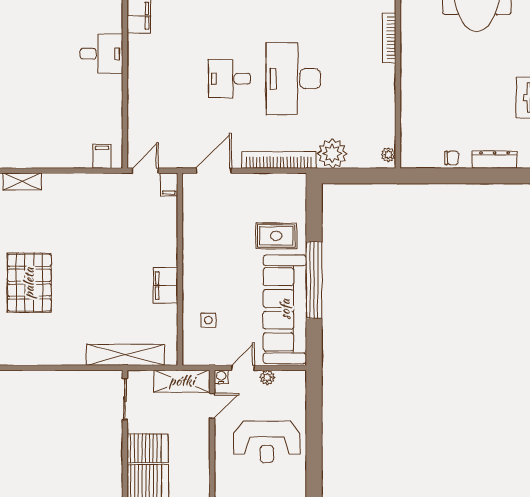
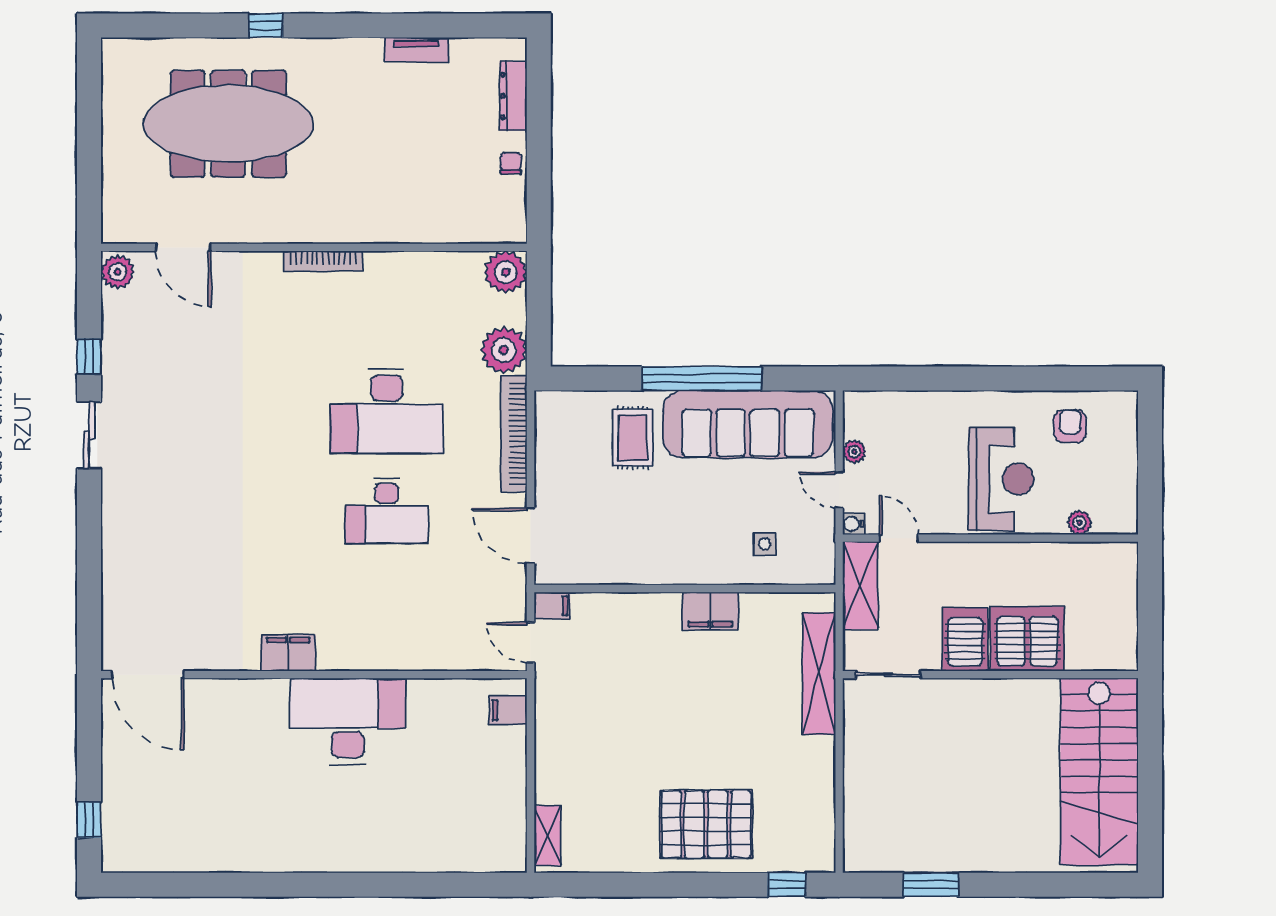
desk: (101, 54) -> (348, 721), width x1.87, depth x1.30
desk: (229, 79) -> (387, 511), width x1.37
plant: (388, 155) -> (506, 272), width x1.87, depth x1.87
reception desk: (267, 442) -> (1001, 479), moved

